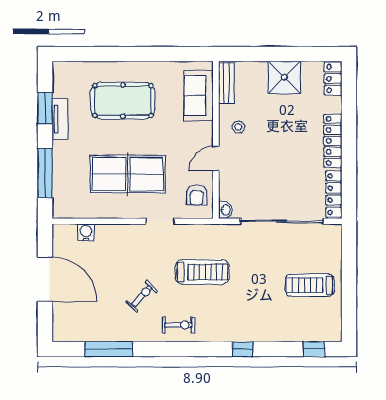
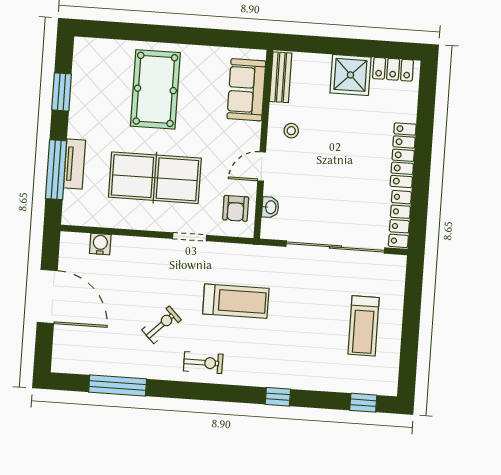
locker: (333, 79) -> (393, 69), moved, turned -90
pool table: (123, 101) -> (155, 89), turned 90
tv unit: (60, 119) -> (75, 164), moved
washbasin: (225, 210) -> (270, 207), moved
treadmill: (310, 285) -> (364, 326), turned -90

